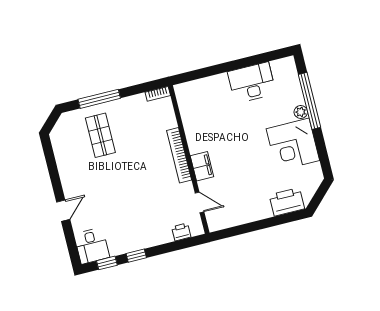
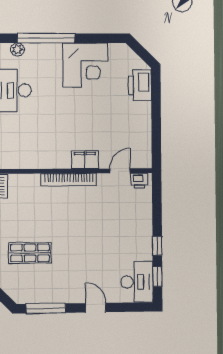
plant: (301, 112) -> (17, 49), moved
window: (51, 163) -> (46, 308), added
printer: (181, 232) -> (139, 181), moved, turned -90
desk: (92, 246) -> (137, 282), width x1.37

